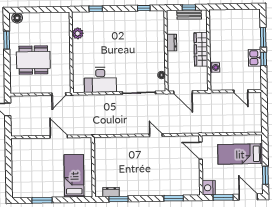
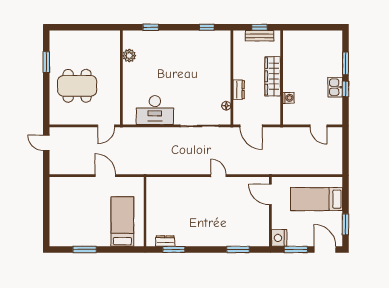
floor lamp: (17, 18) -> (59, 36), removed
dresser: (172, 43) -> (239, 90), moved

